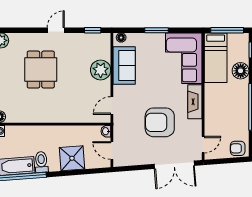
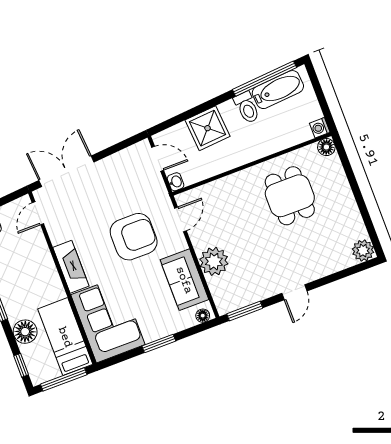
window: (93, 30) -> (245, 311), width x1.50
dining table: (41, 70) -> (290, 196), moved
armchair: (160, 122) -> (134, 237), moved

